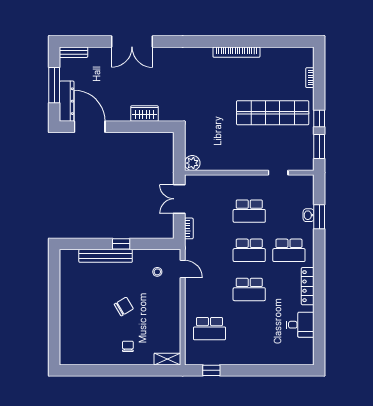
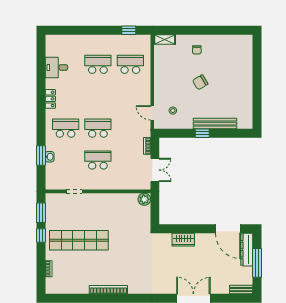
locker: (308, 286) -> (50, 99), width x0.66
school desk: (249, 289) -> (98, 64), moved

